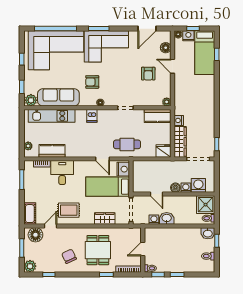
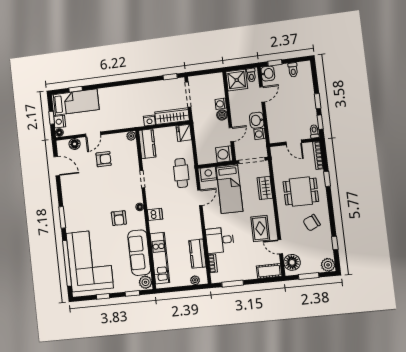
corner sofa: (106, 46) -> (80, 207), removed
washing machine: (198, 185) -> (224, 154), moved
door: (190, 226) -> (262, 94), added

